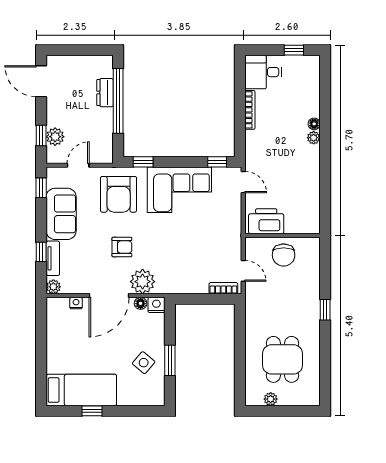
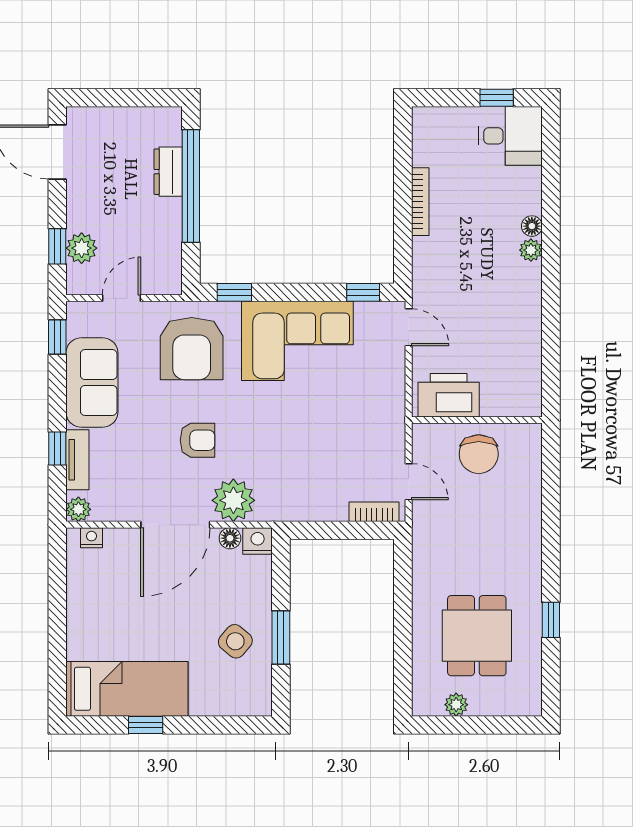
desk: (263, 72) -> (510, 136), moved, turned 180
nightstand: (76, 303) -> (91, 538), moved
window: (325, 310) -> (551, 620), moved

